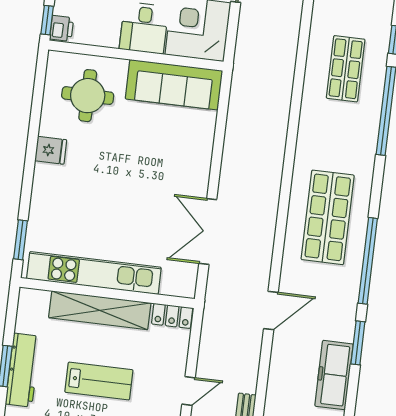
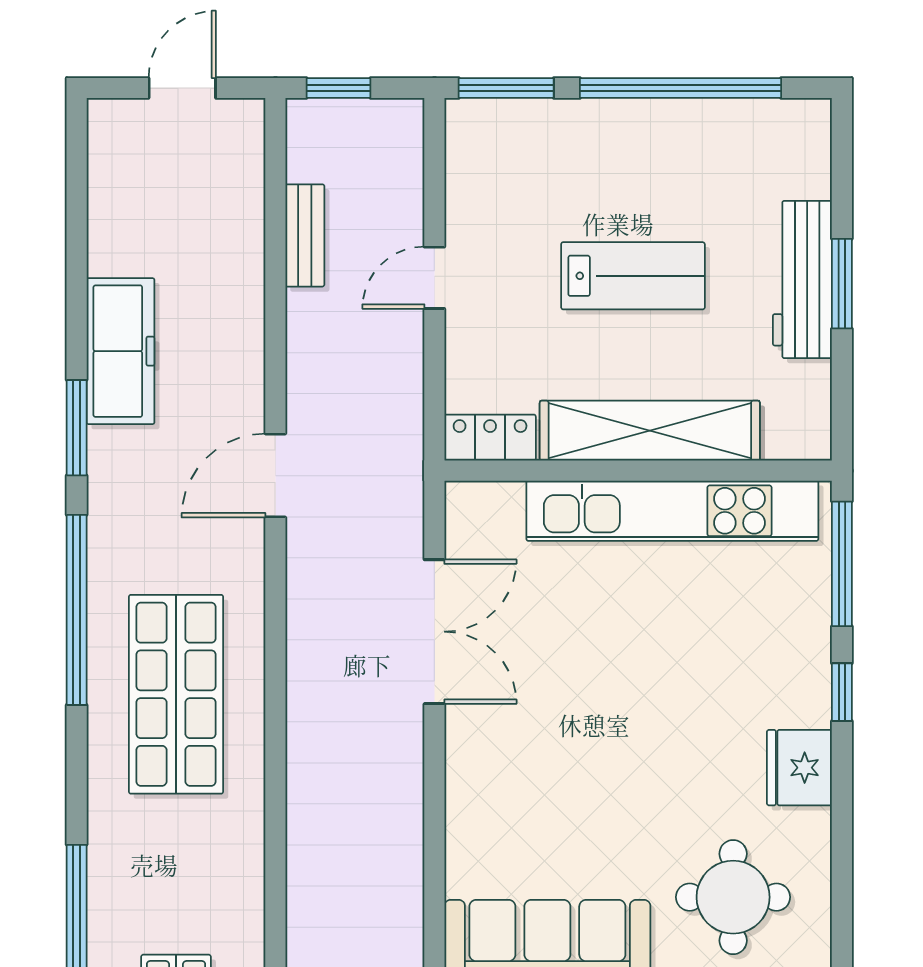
fridge: (51, 150) -> (799, 768), width x1.38
window: (27, 182) -> (842, 692), added
window: (20, 240) -> (842, 564), width x1.44
lab bench: (99, 381) -> (633, 276), turned 180

